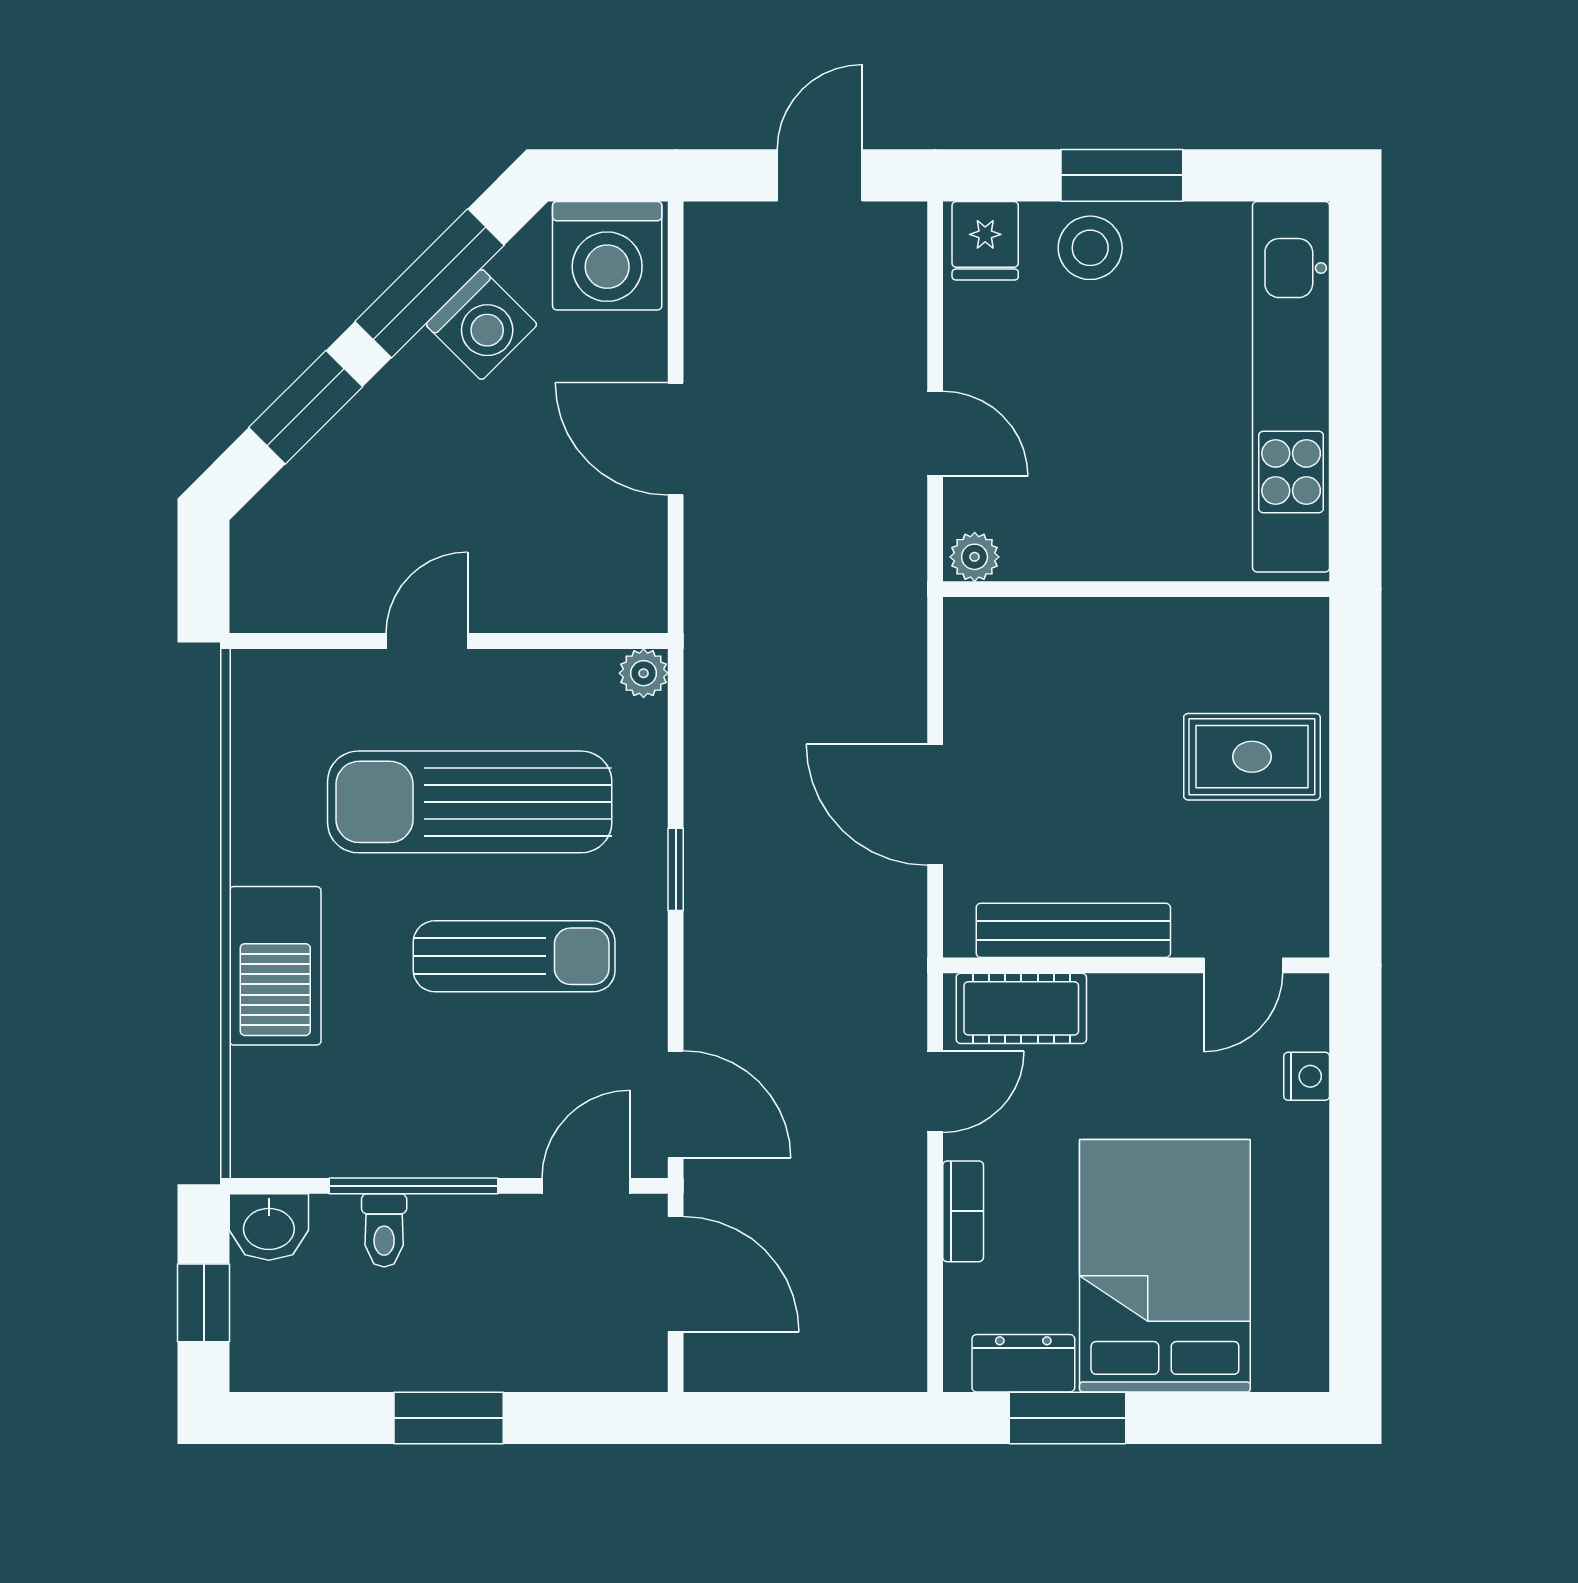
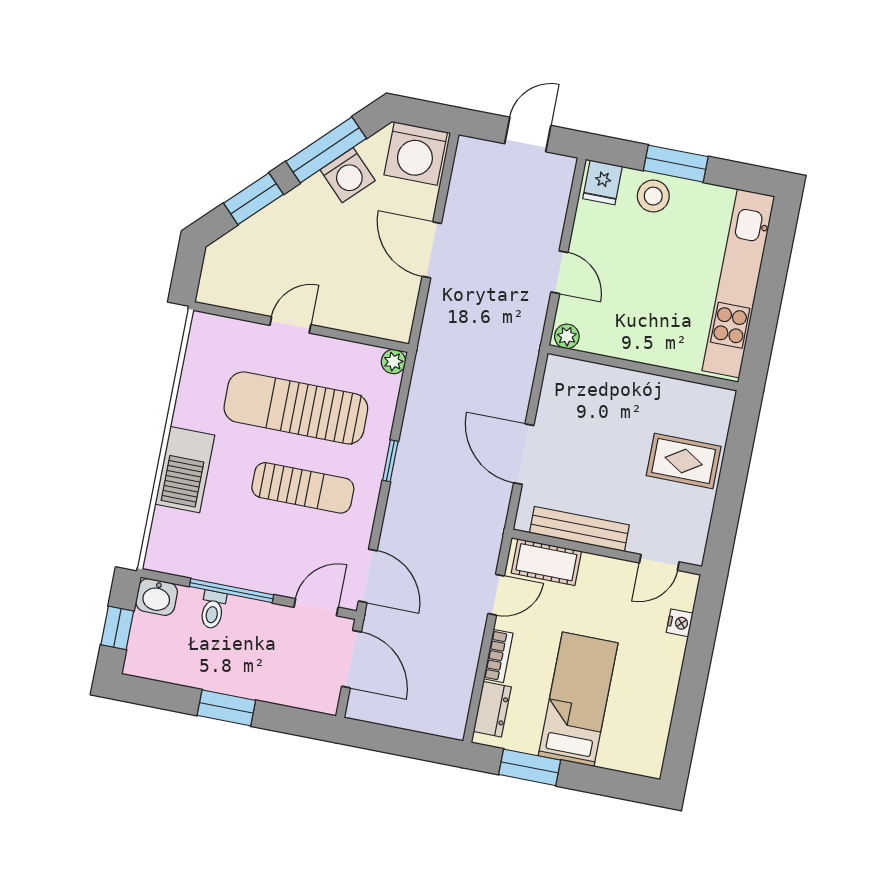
bed: (1165, 1266) -> (578, 699), width x0.67
dresser: (1023, 1363) -> (492, 709), moved, turned 90

